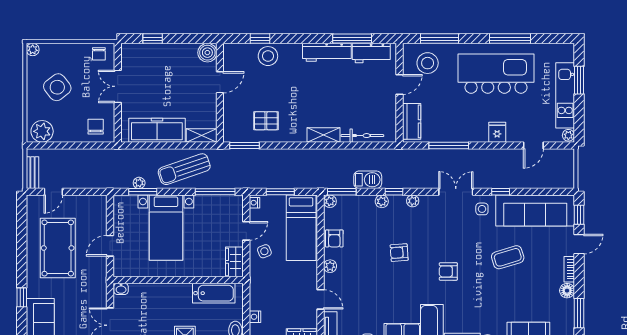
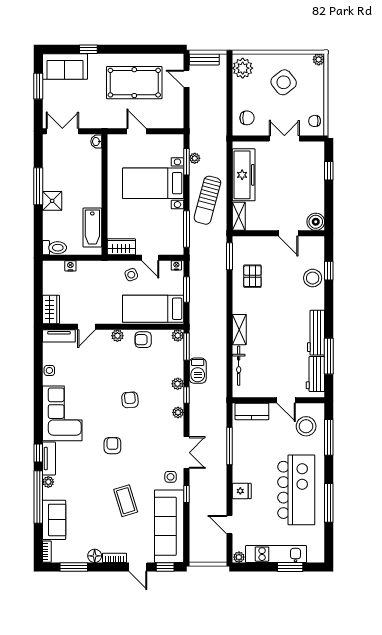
sun lounger: (184, 169) -> (207, 200), turned -146

